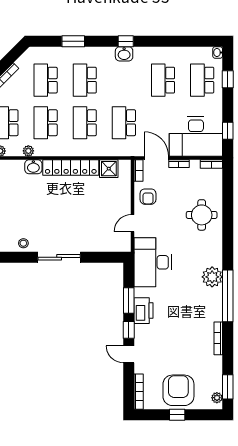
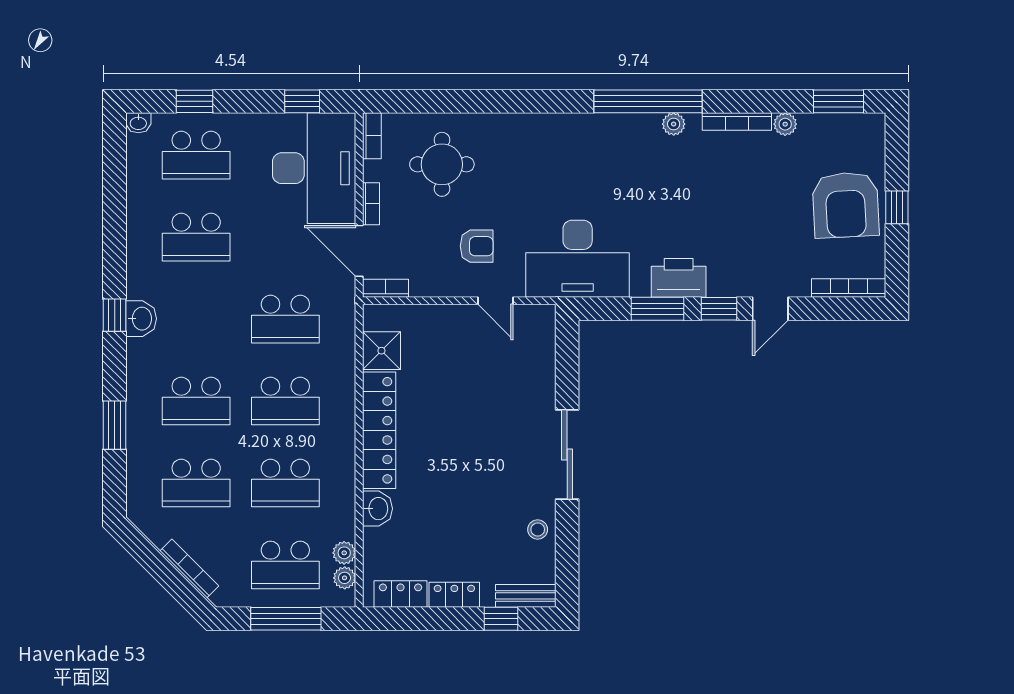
plant: (28, 151) -> (344, 553), moved
door: (156, 158) -> (359, 251), hinge flipped
armchair: (148, 197) -> (477, 246), moved
round table: (202, 215) -> (442, 164), moved
plant: (212, 277) -> (674, 124), moved, width x0.53, depth x0.53
armchair: (178, 390) -> (846, 205), turned -93
plant: (217, 398) -> (785, 124), moved

